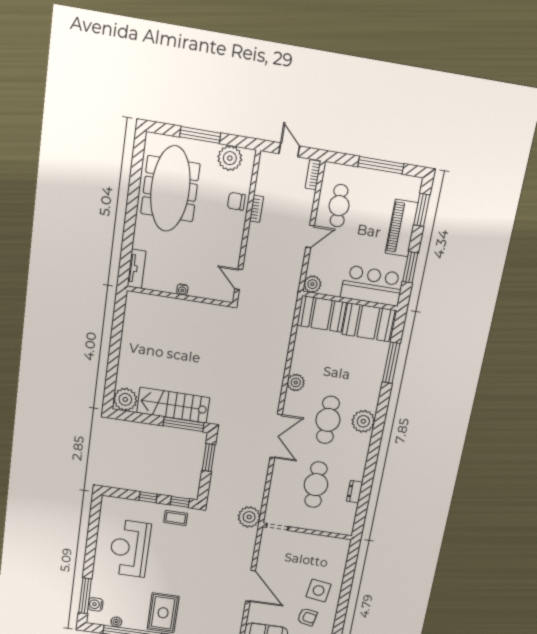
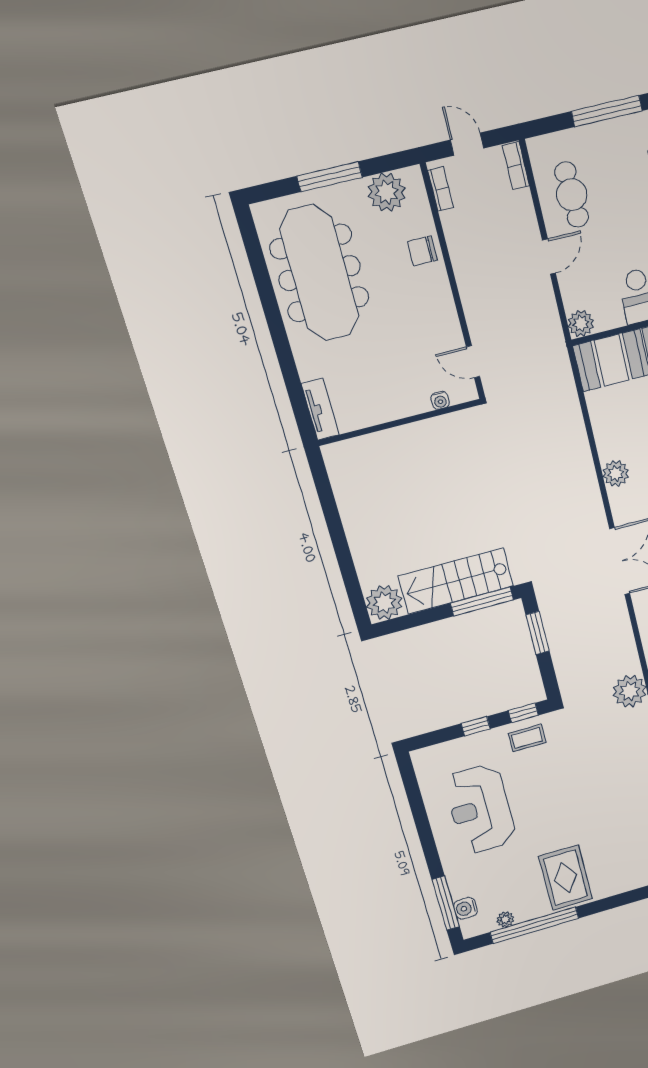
bookcase: (256, 209) -> (441, 189), moved
water cooler: (182, 290) -> (440, 400), moved

